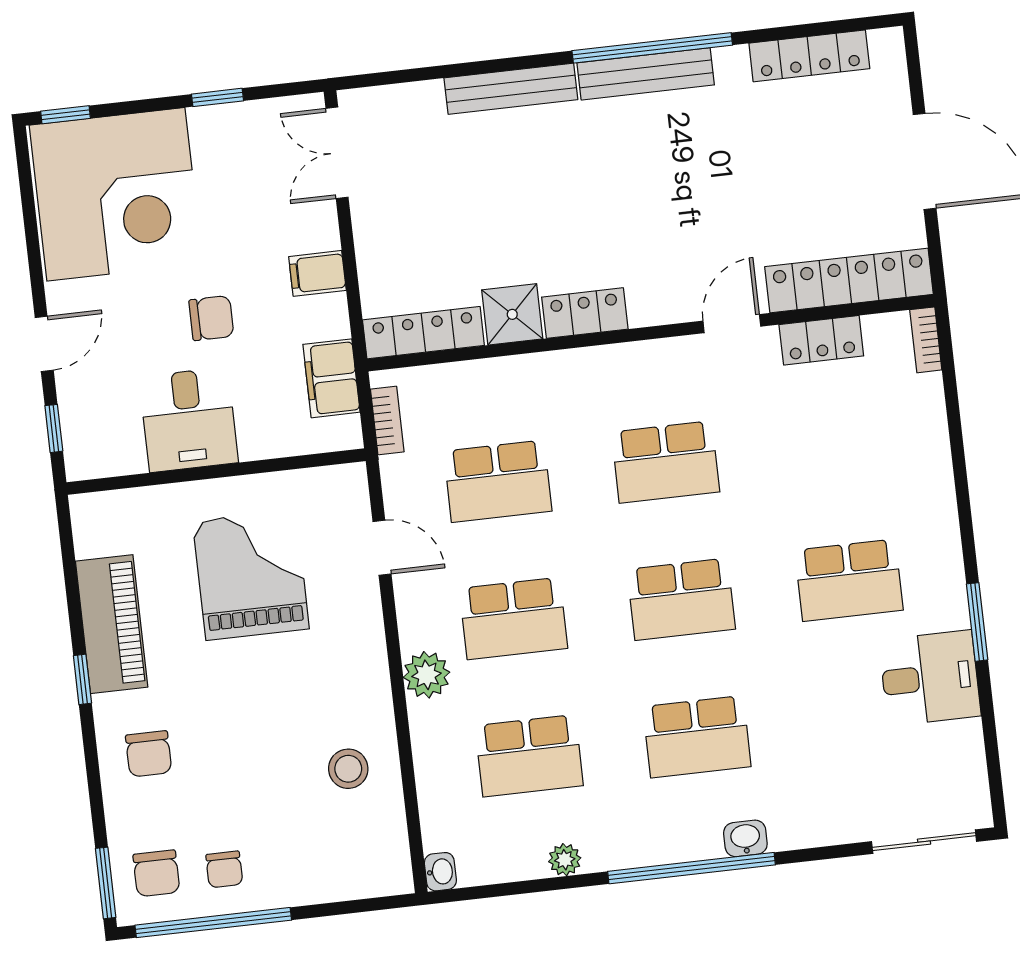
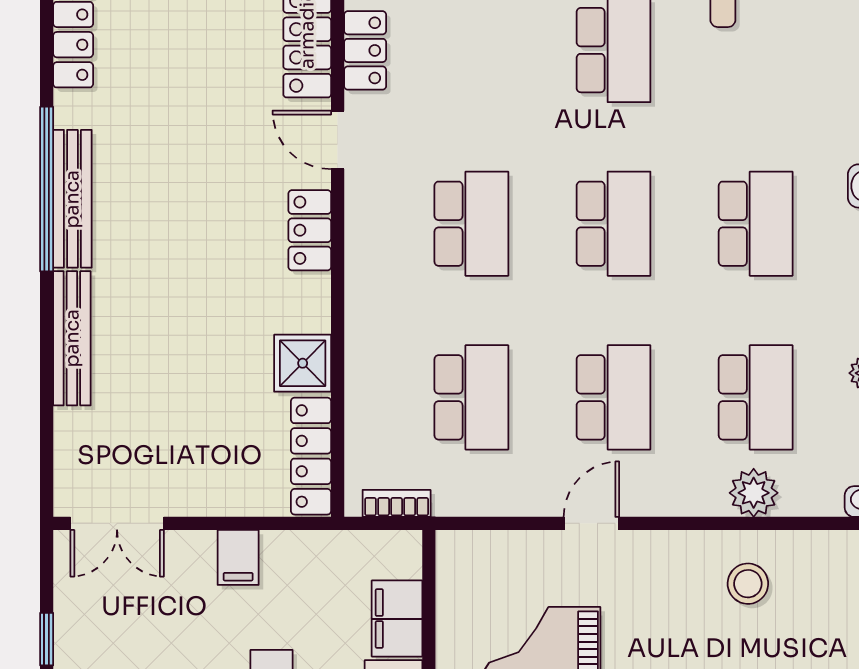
locker: (585, 313) -> (310, 230), moved
filing cabinet: (331, 378) -> (397, 619), moved, turned 90
door: (382, 548) -> (591, 523), moved
plant: (427, 675) -> (754, 493), moved

